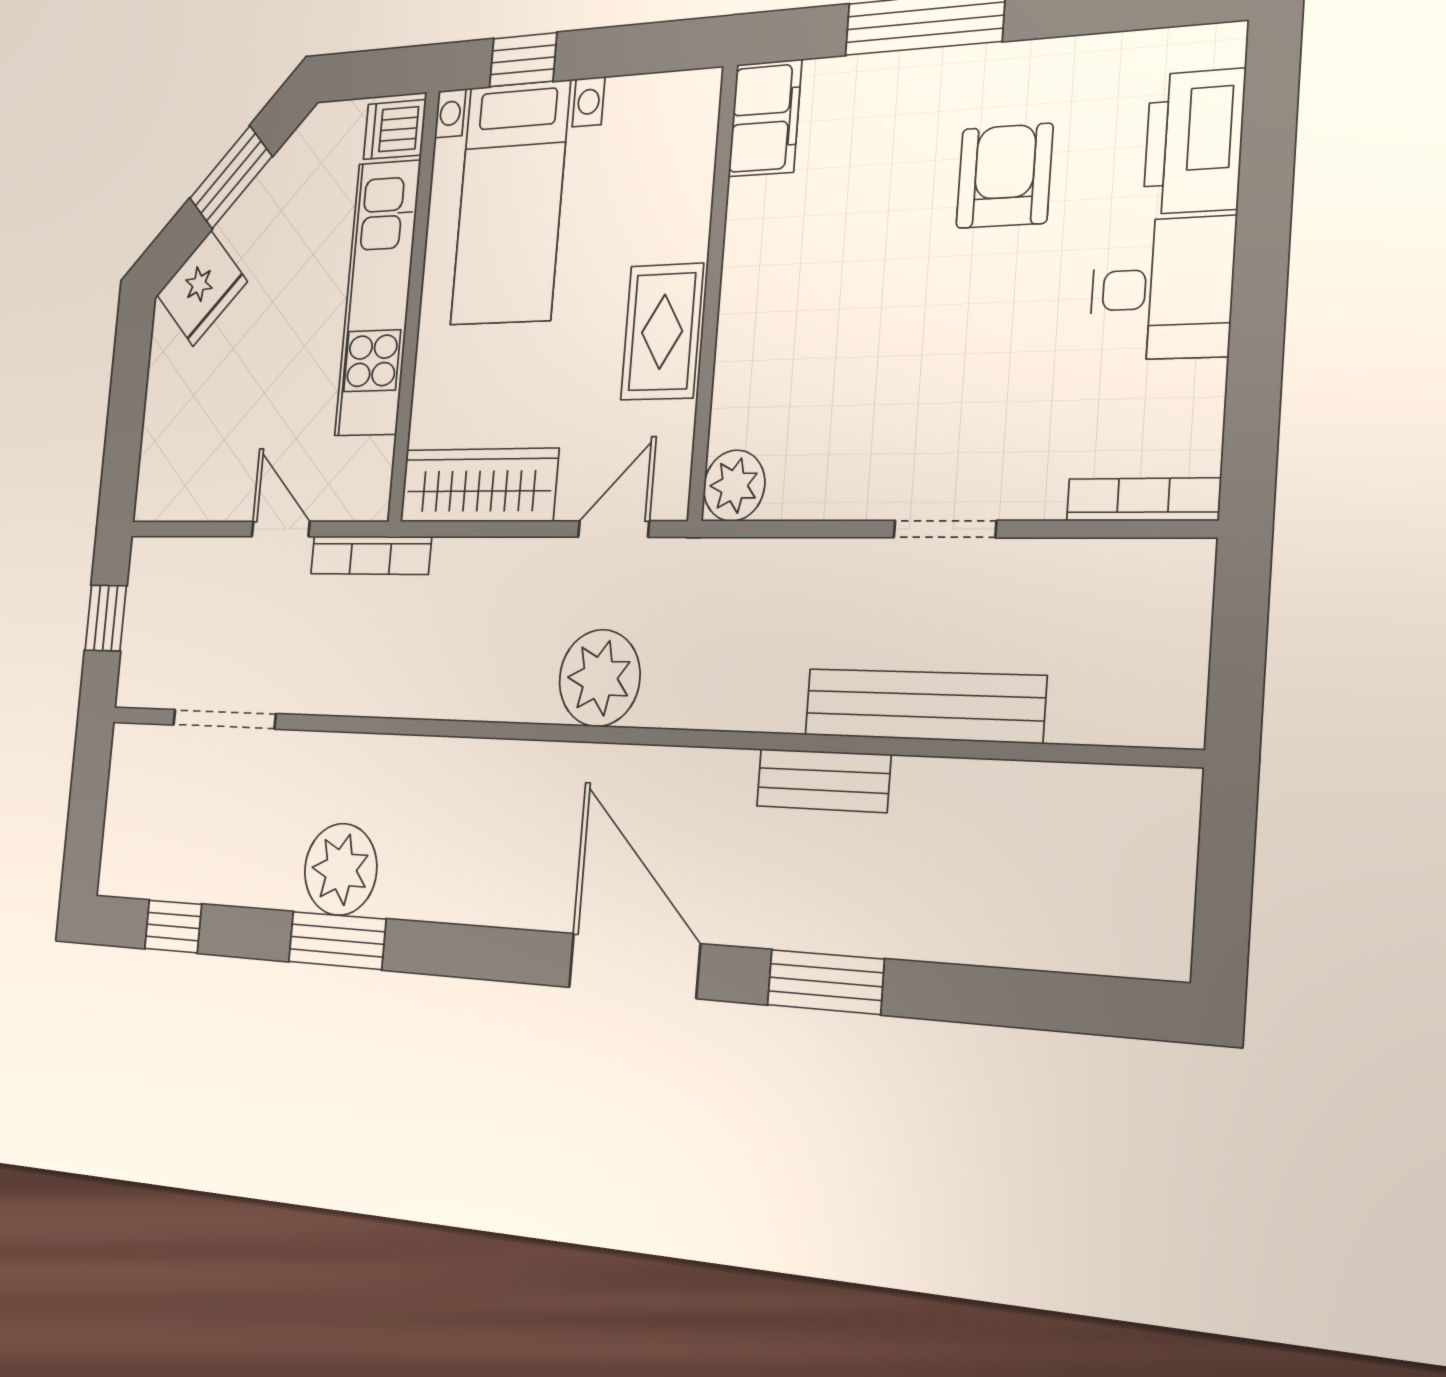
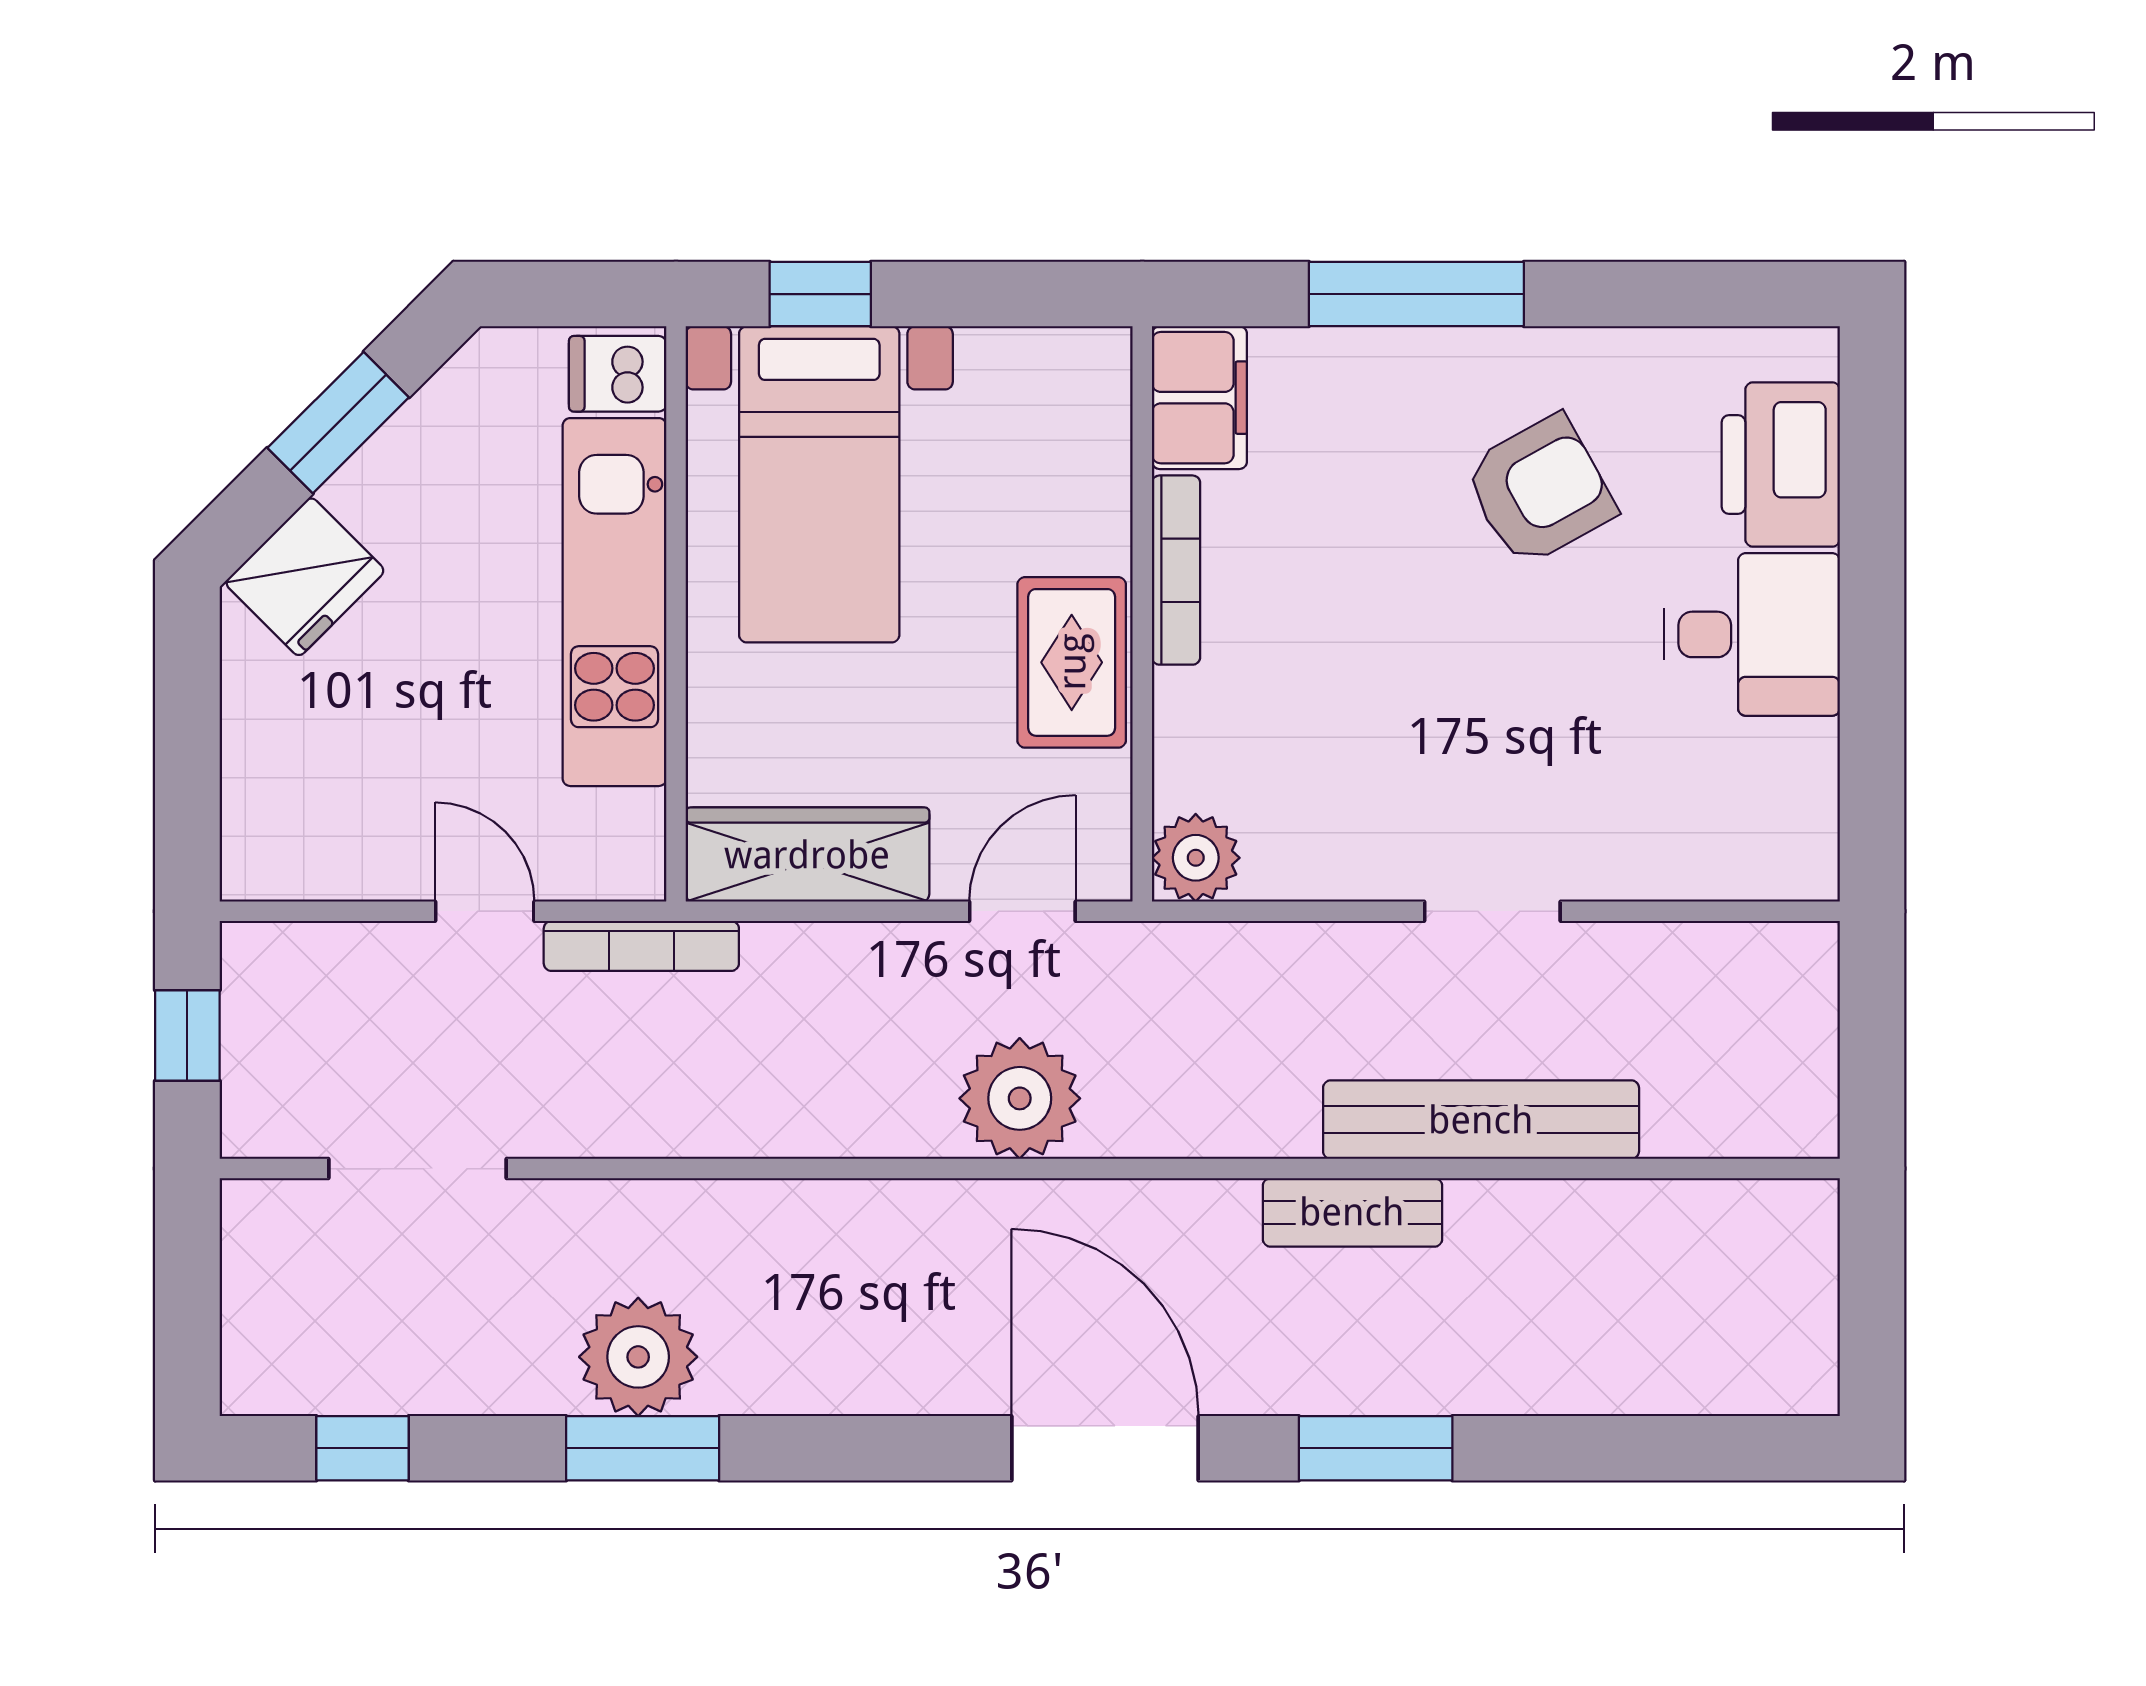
armchair: (1004, 176) -> (1540, 490), turned 61
bookcase: (1143, 499) -> (1176, 570), moved, turned 90

